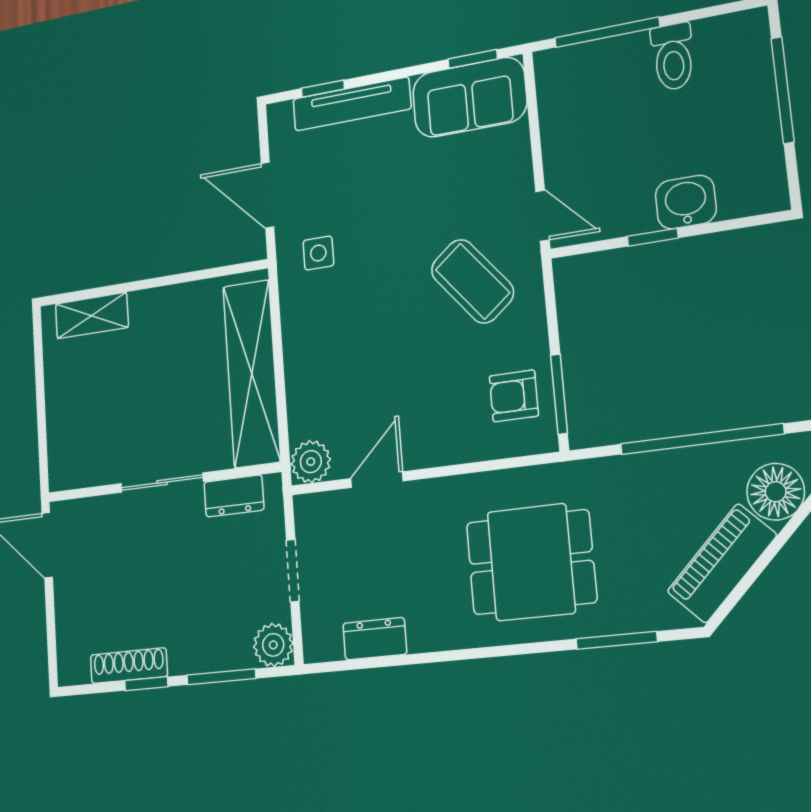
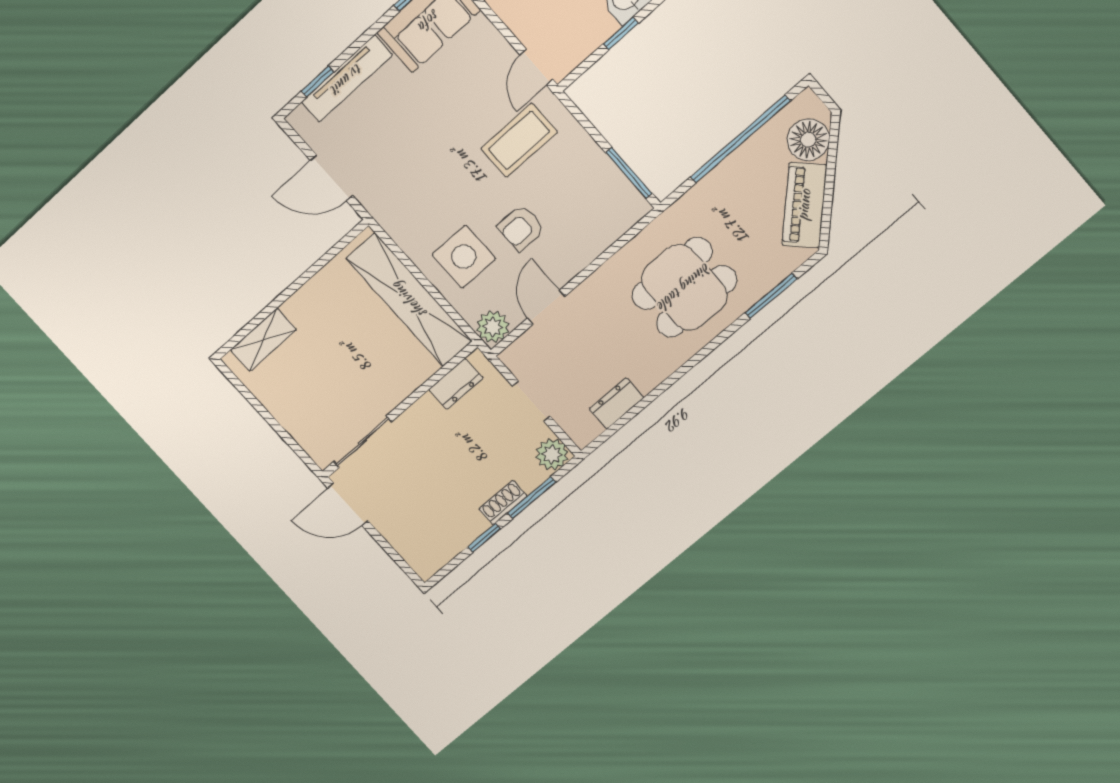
door: (542, 216) -> (536, 67), swing flipped
side table: (318, 253) -> (464, 257), moved, width x1.87, depth x1.87
coffee table: (472, 281) -> (519, 140), turned -51
armchair: (514, 396) -> (521, 228), moved
sliding door: (162, 483) -> (362, 442), moved
shoe rack: (129, 666) -> (503, 503), moved, width x0.70

